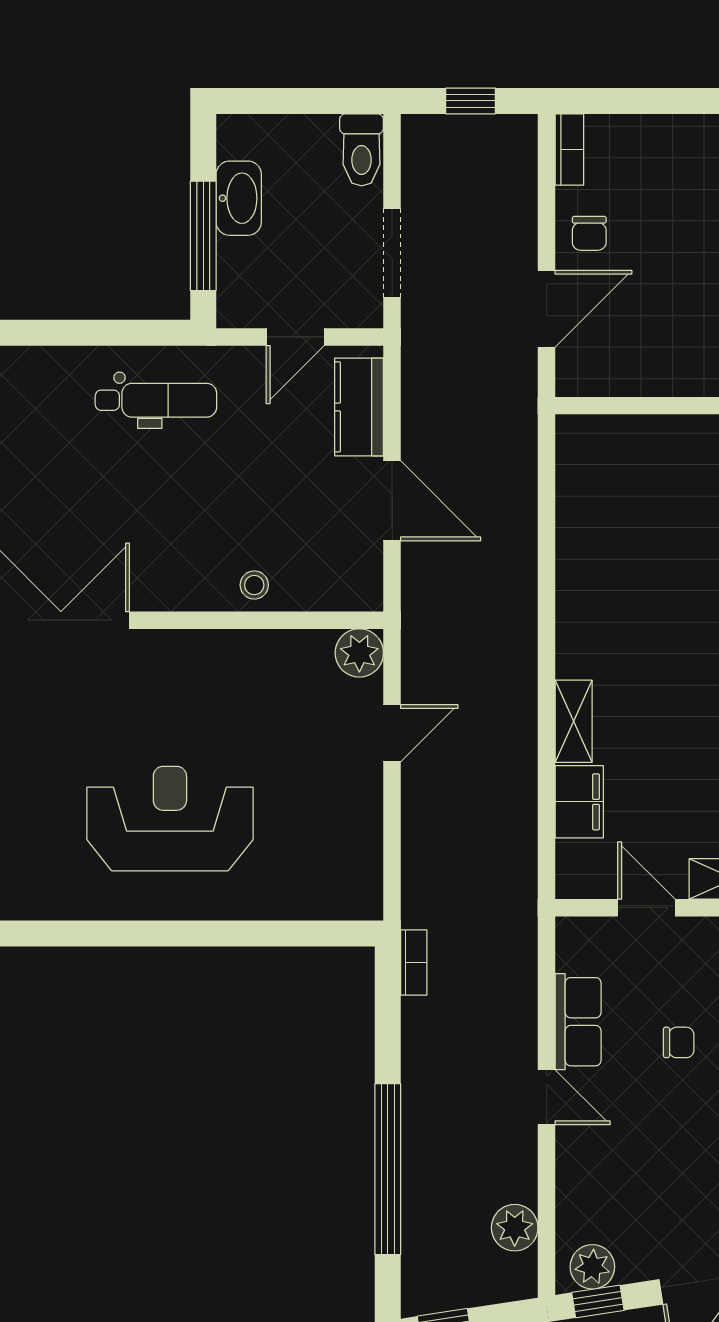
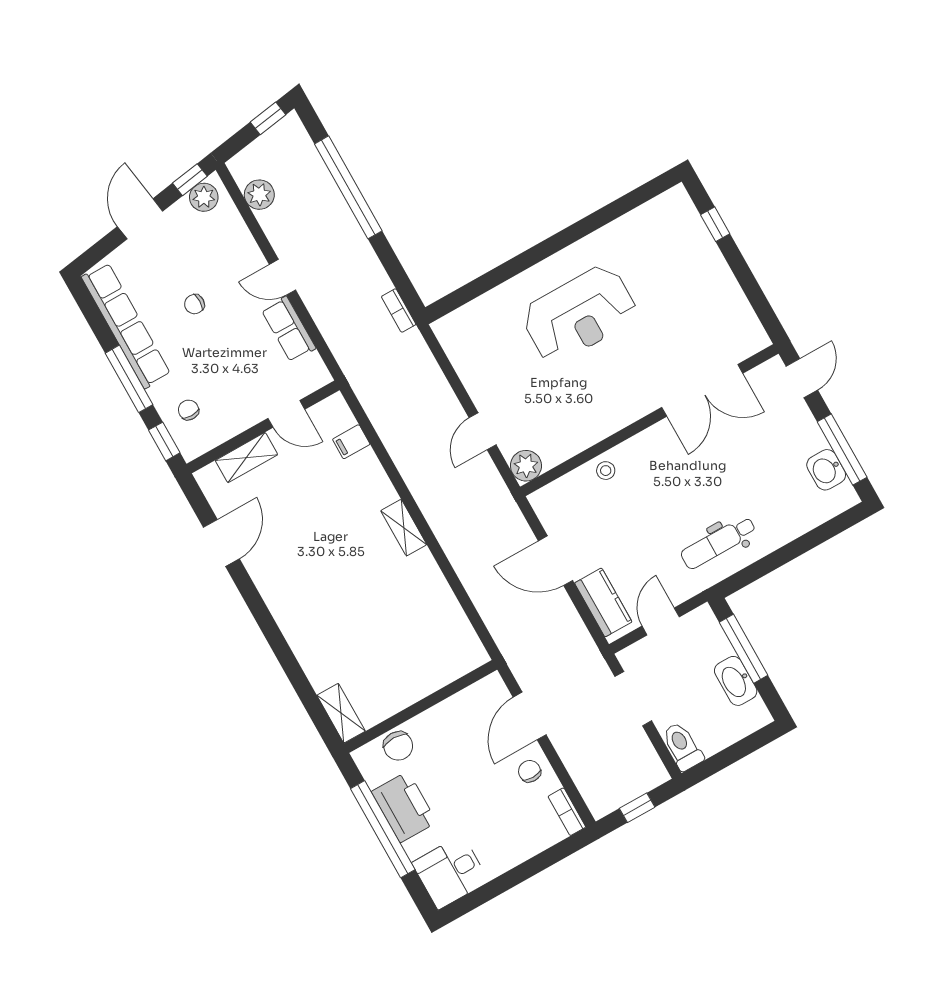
shelving: (574, 721) -> (404, 528), moved
filing cabinet: (579, 802) -> (351, 442), width x0.50
chair: (679, 1042) -> (194, 304), moved

